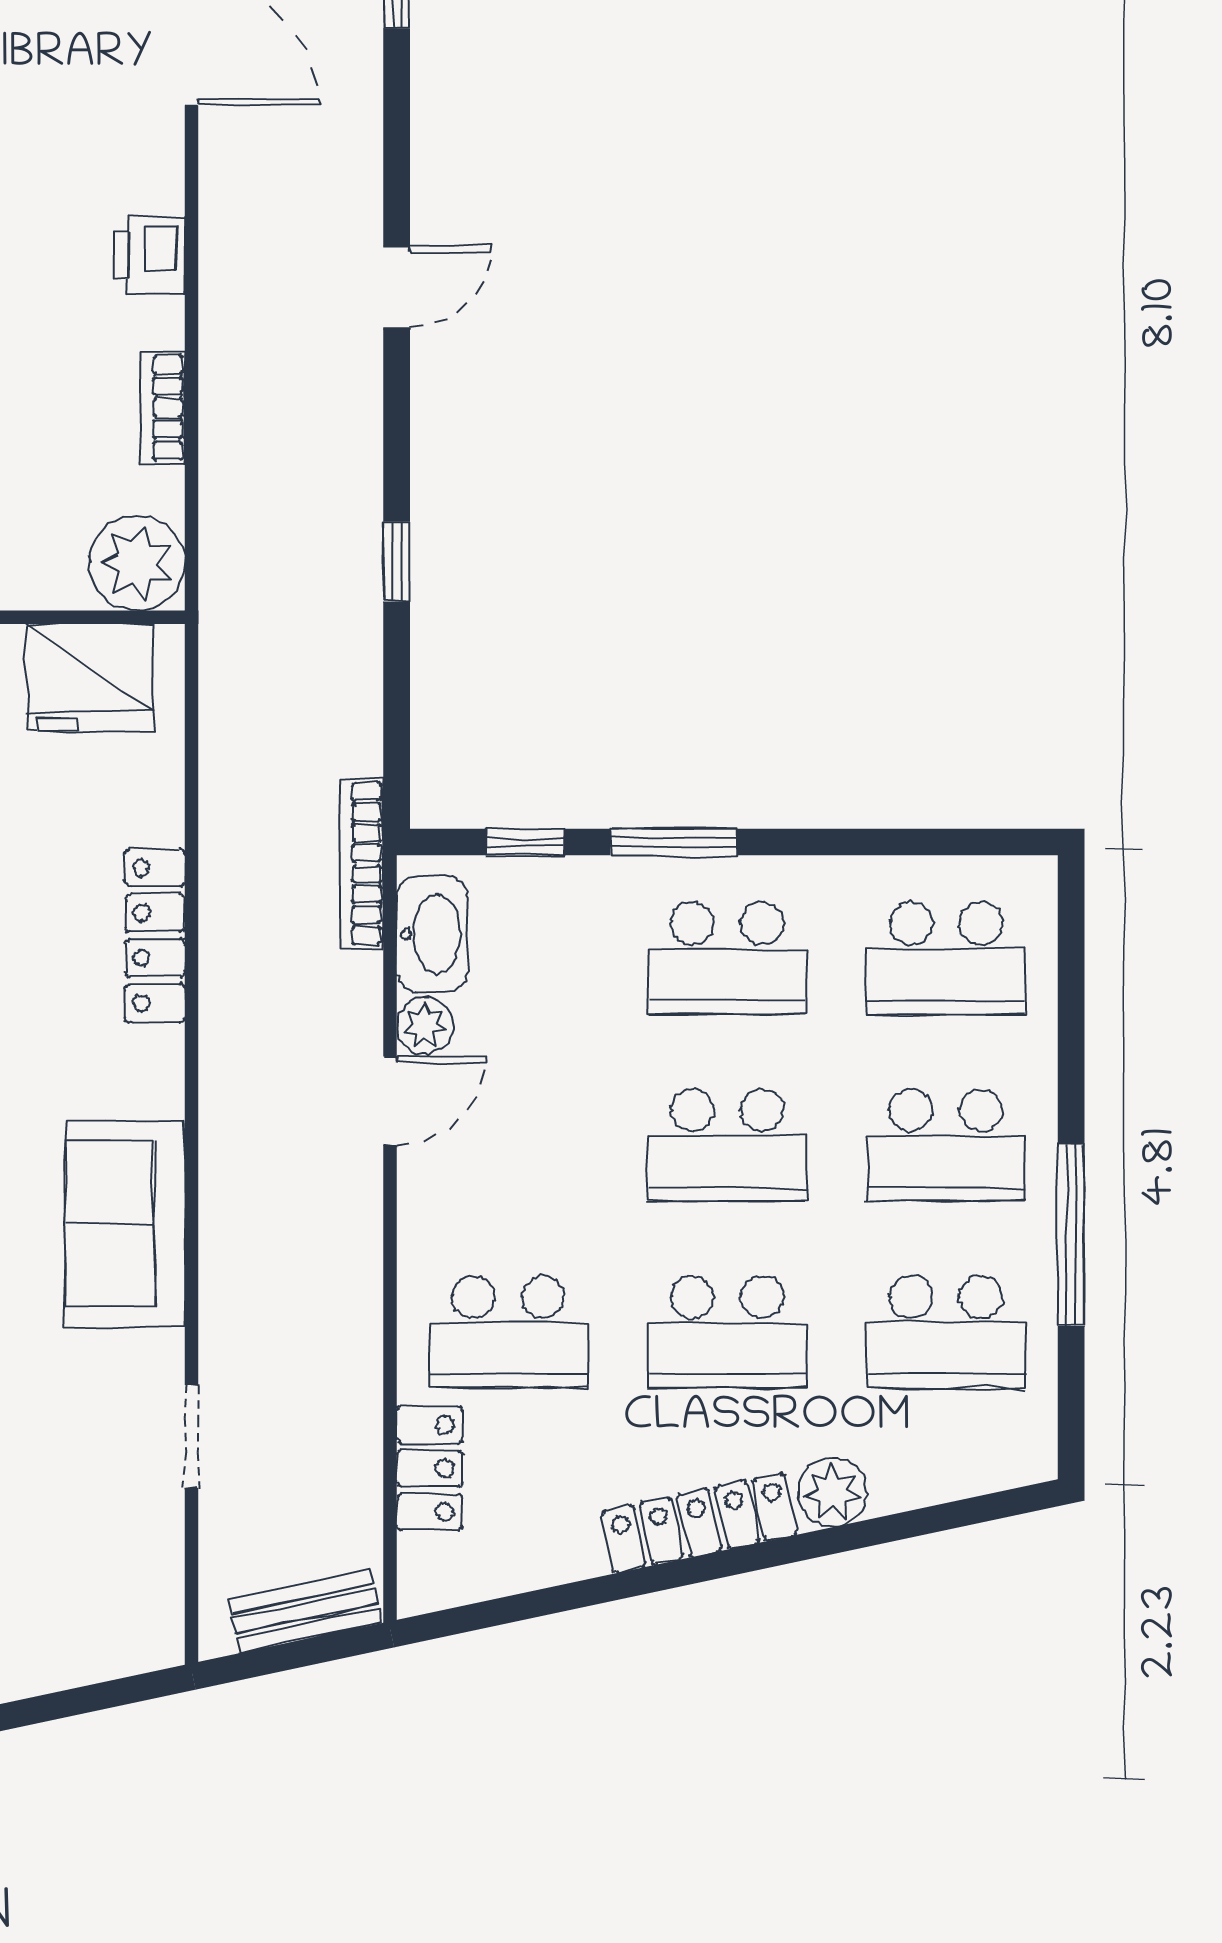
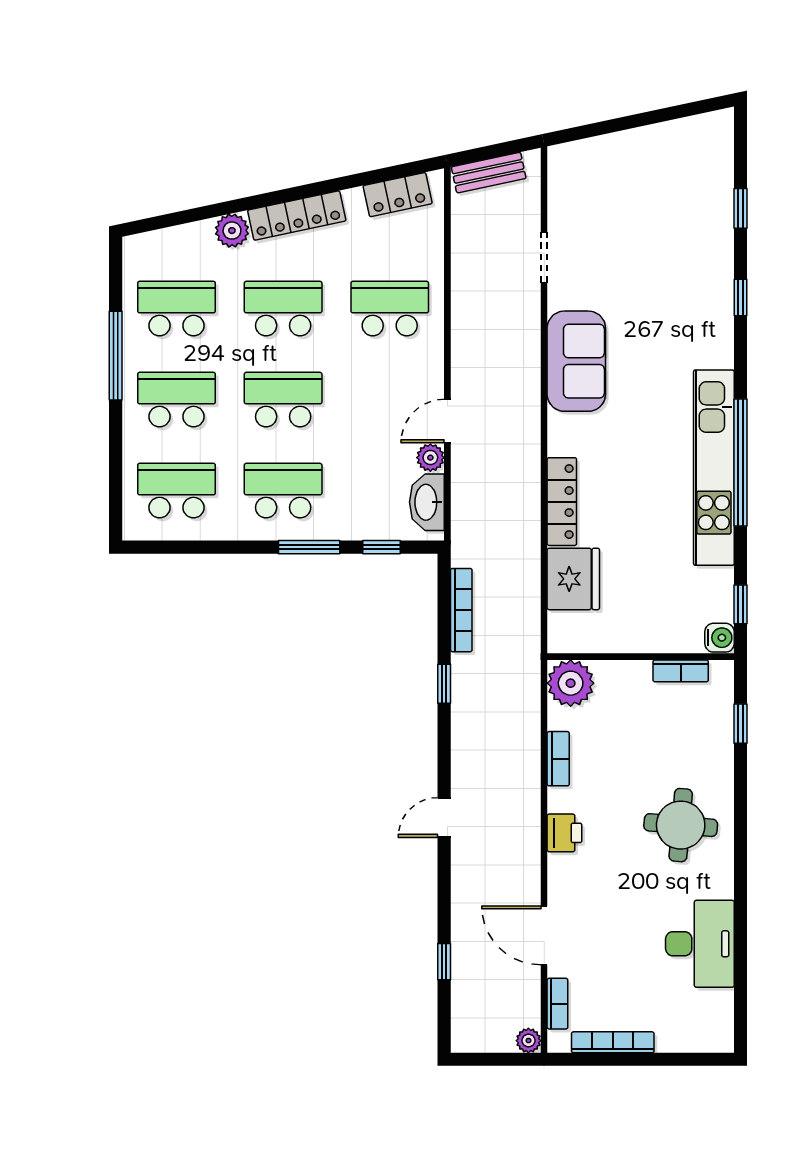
fridge: (90, 677) -> (573, 579), moved, turned 90
bookcase: (361, 864) -> (461, 610), moved
locker: (430, 1468) -> (398, 195), moved, turned -102

